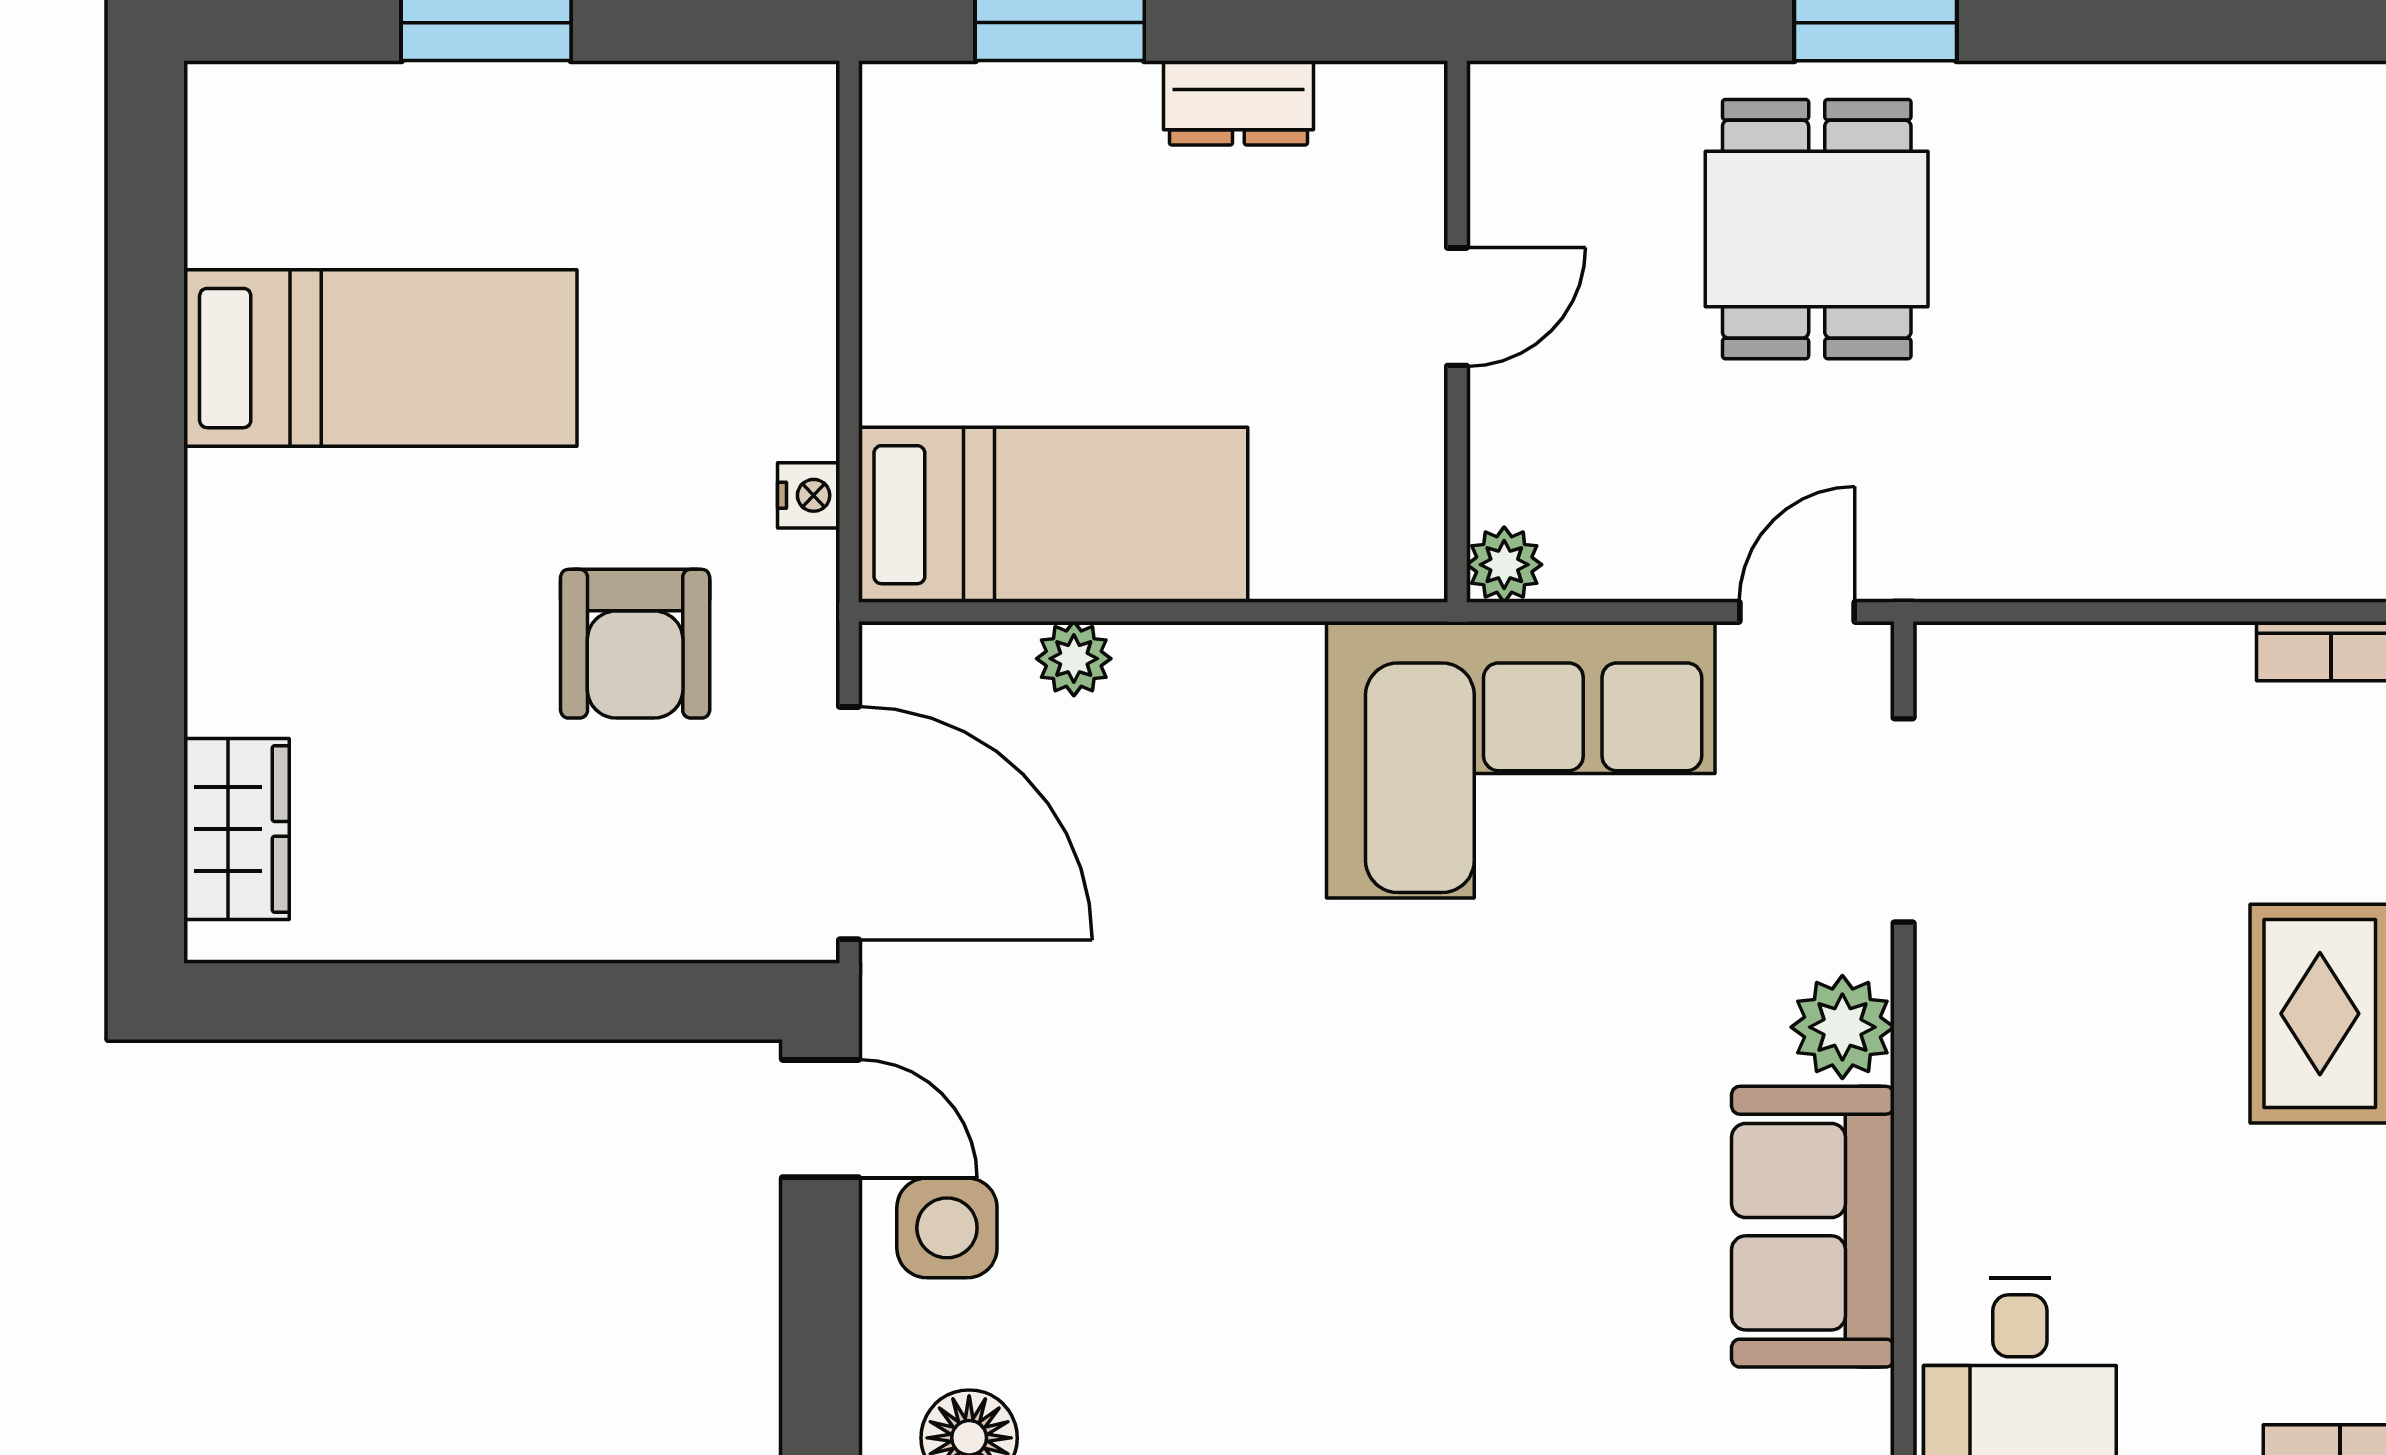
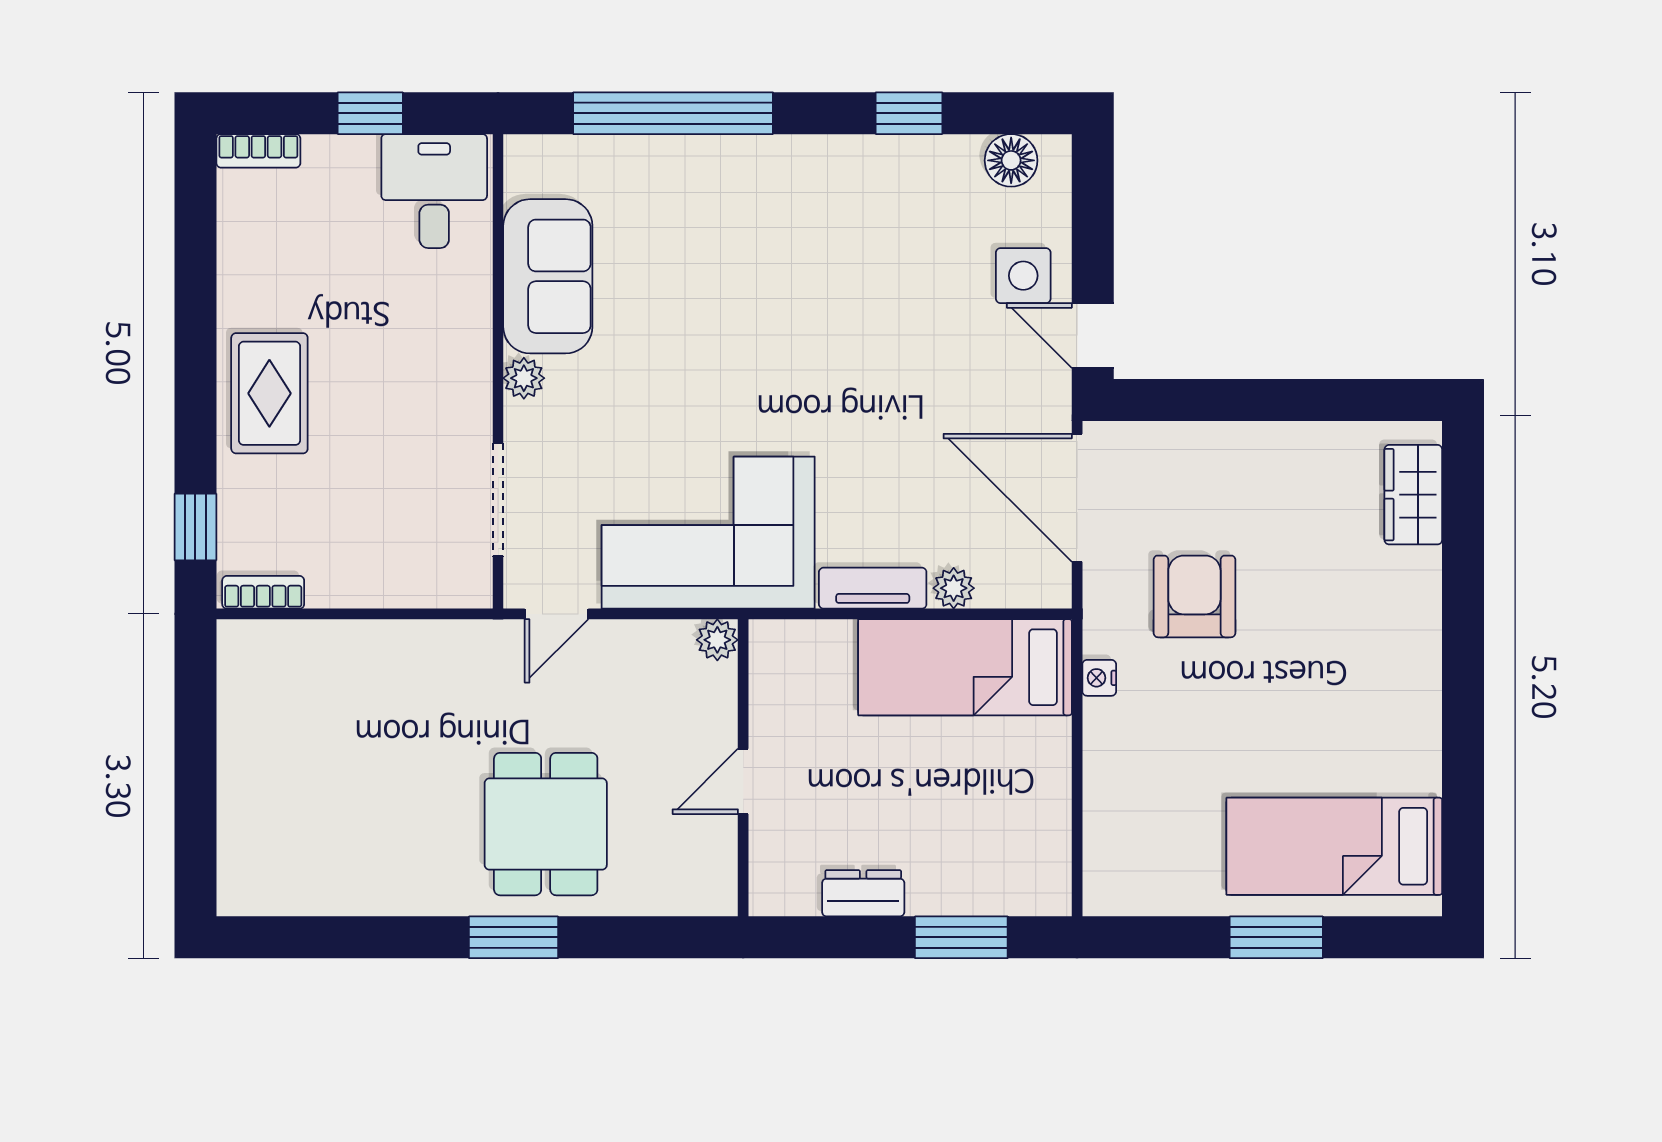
bed: (380, 358) -> (1334, 846), moved
tv unit: (1221, 659) -> (873, 588), added
plant: (1842, 1027) -> (524, 378), width x0.73, depth x0.73

